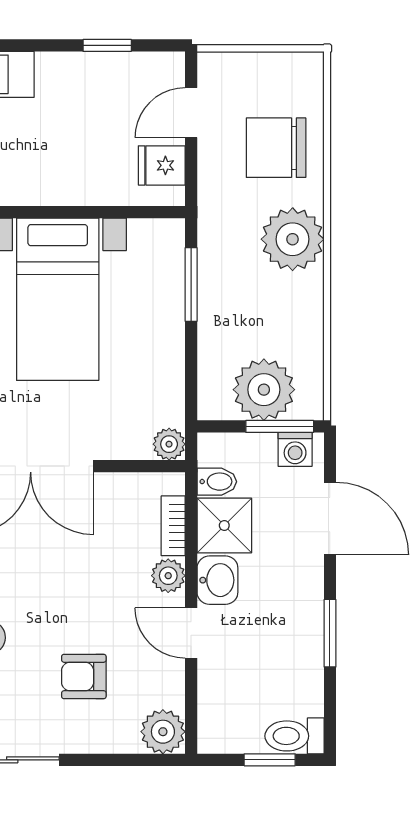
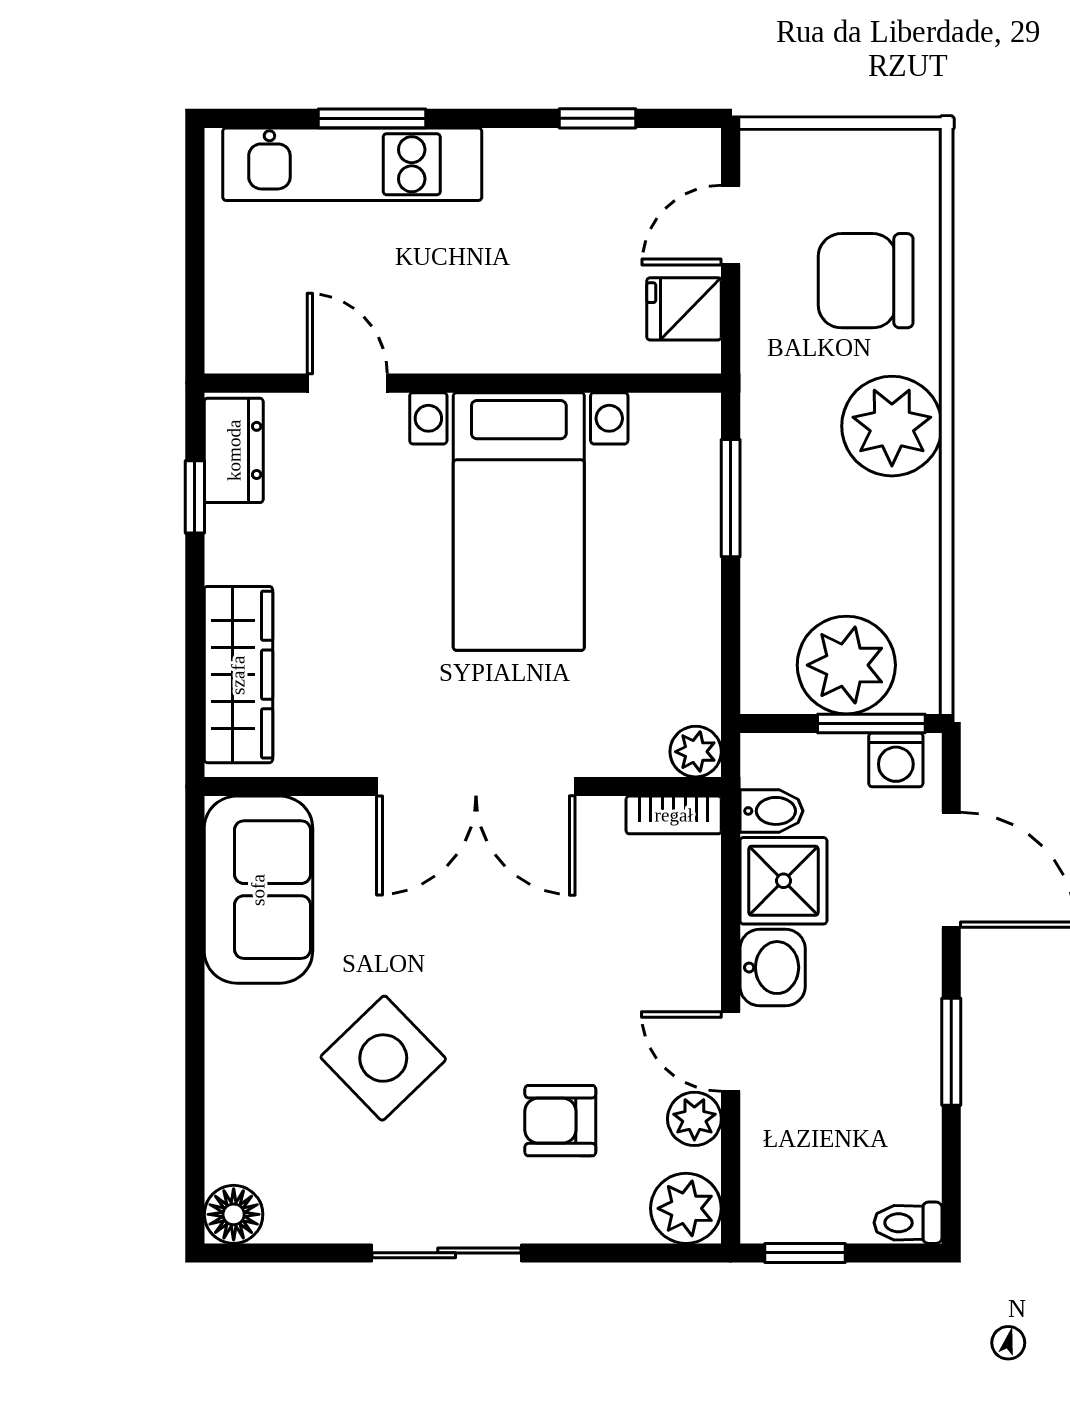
bookcase: (173, 526) -> (674, 815), moved, turned -90
plant: (168, 576) -> (694, 1119), moved
toilet: (294, 736) -> (908, 1223), width x0.73, depth x0.72
window: (270, 760) -> (805, 1253), moved

